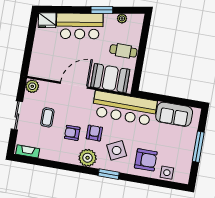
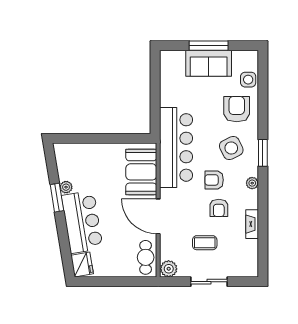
plant: (122, 18) -> (66, 187), moved
cafe table: (123, 51) -> (146, 257), moved
sofa: (174, 114) -> (209, 63), moved, turned 90
fireplace: (28, 151) -> (252, 224), moved
plant: (88, 158) -> (252, 183), width x0.53, depth x0.53

